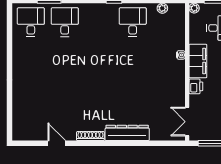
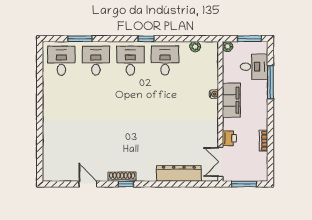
desk: (99, 22) -> (130, 61), added
printer: (196, 86) -> (229, 138), moved
dresser: (127, 133) -> (179, 173), moved
window: (94, 143) -> (126, 184), added

